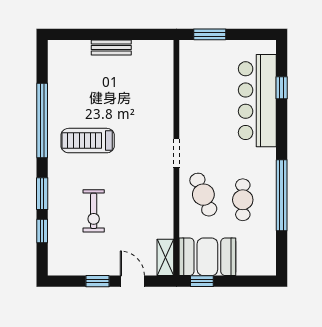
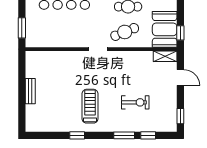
window: (42, 121) -> (77, 135), width x0.32
treadmill: (88, 141) -> (90, 106), turned 180
window: (98, 281) -> (180, 116), moved
door: (132, 281) -> (180, 78), swing flipped

